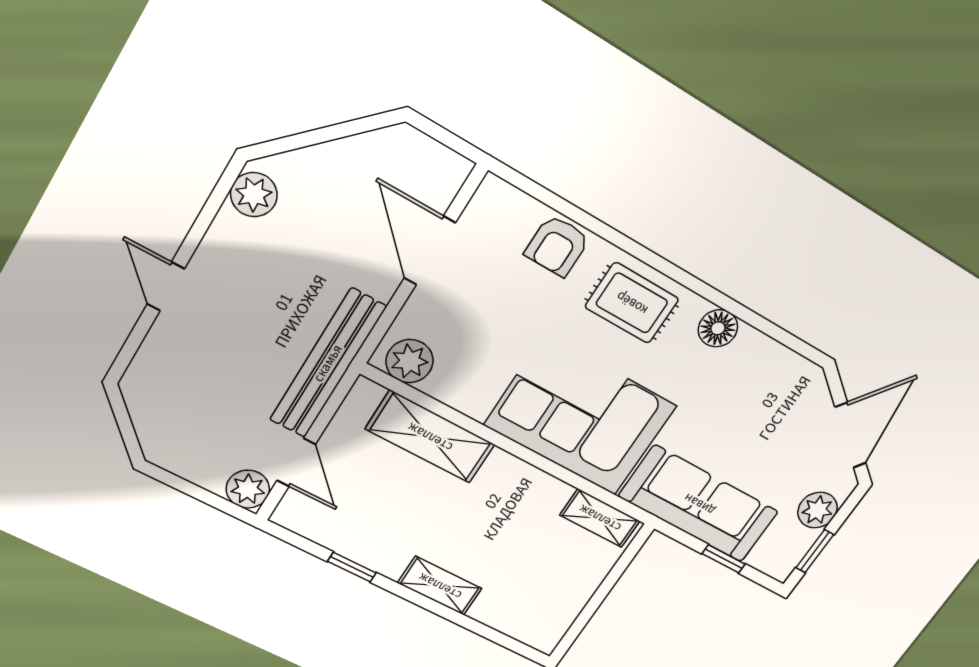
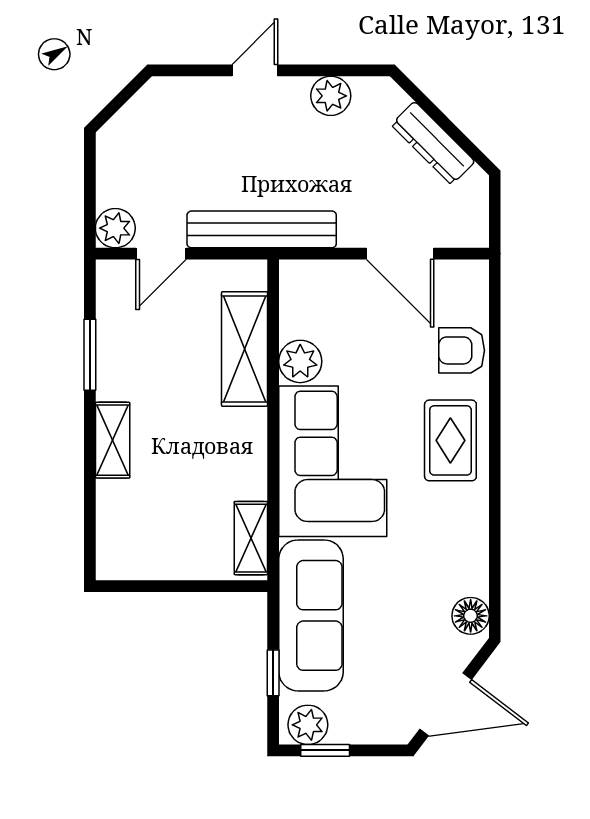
dresser: (340, 157) -> (433, 143), added
plant: (254, 195) -> (331, 96), moved
door: (430, 251) -> (400, 254), swing flipped
floor lamp: (718, 328) -> (471, 616), moved
plant: (410, 361) -> (300, 361), moved
plant: (818, 510) -> (308, 725), moved
window: (352, 567) -> (90, 355), width x1.50

